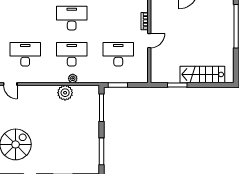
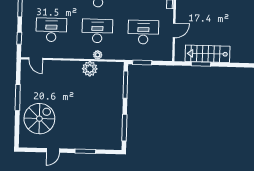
door: (149, 41) -> (174, 30), moved
stairs: (202, 74) -> (208, 54), moved

